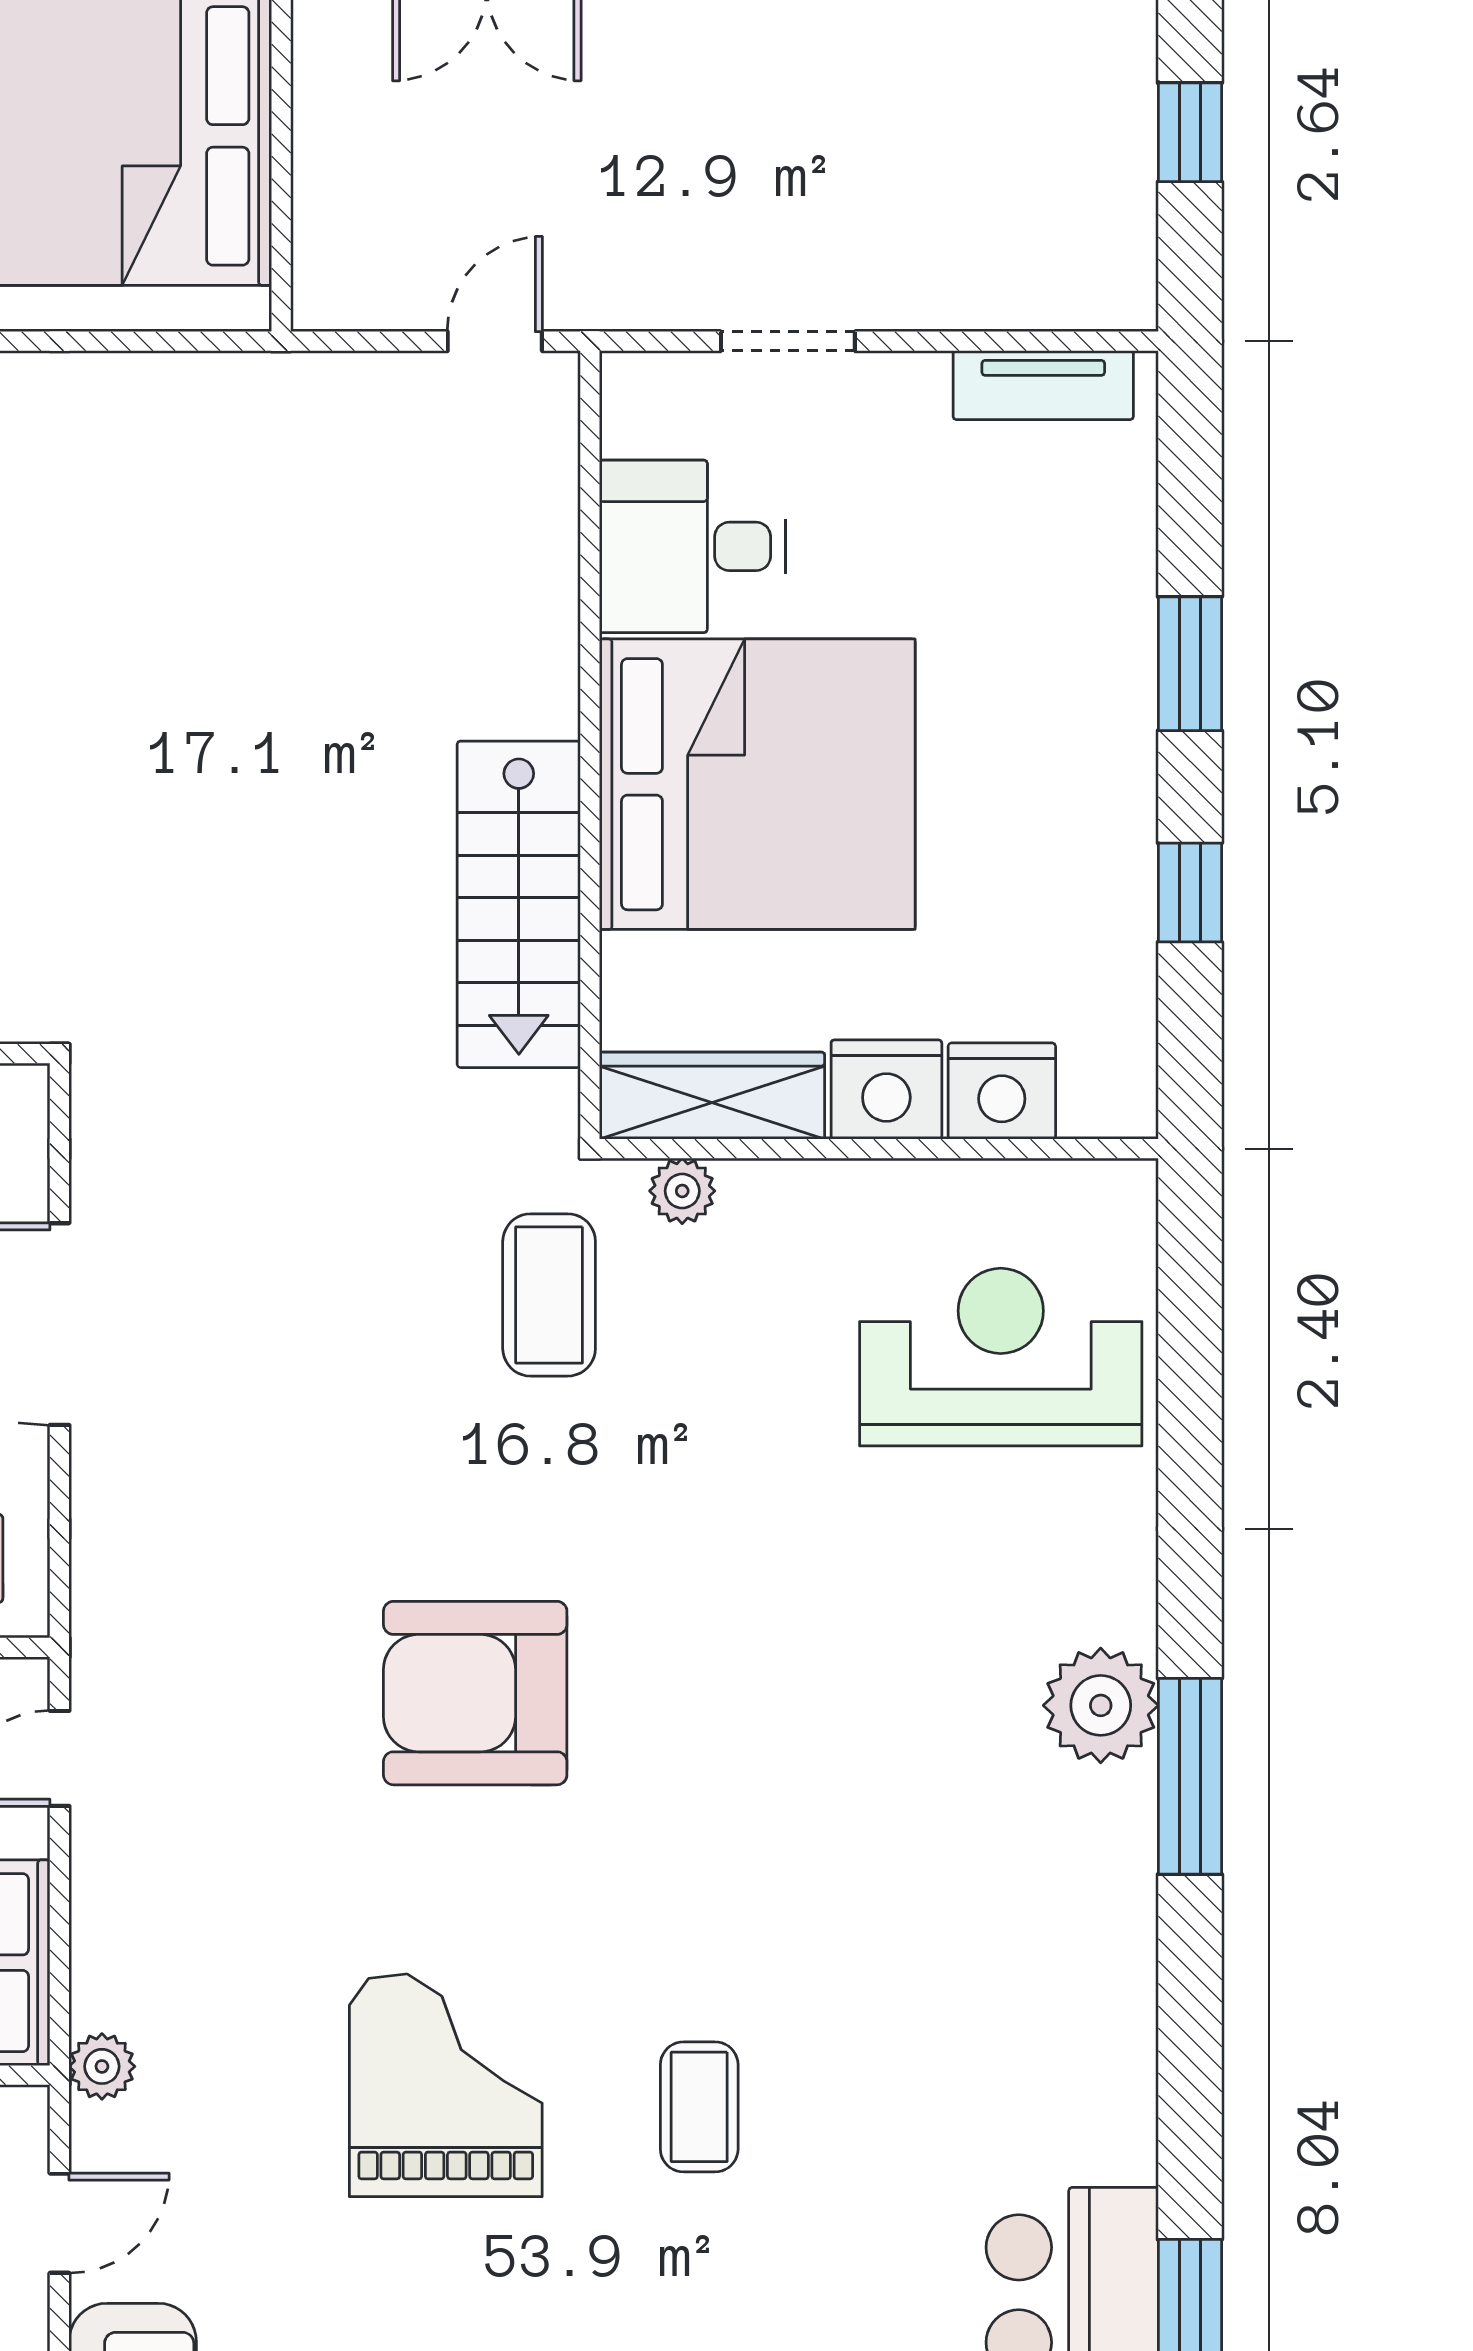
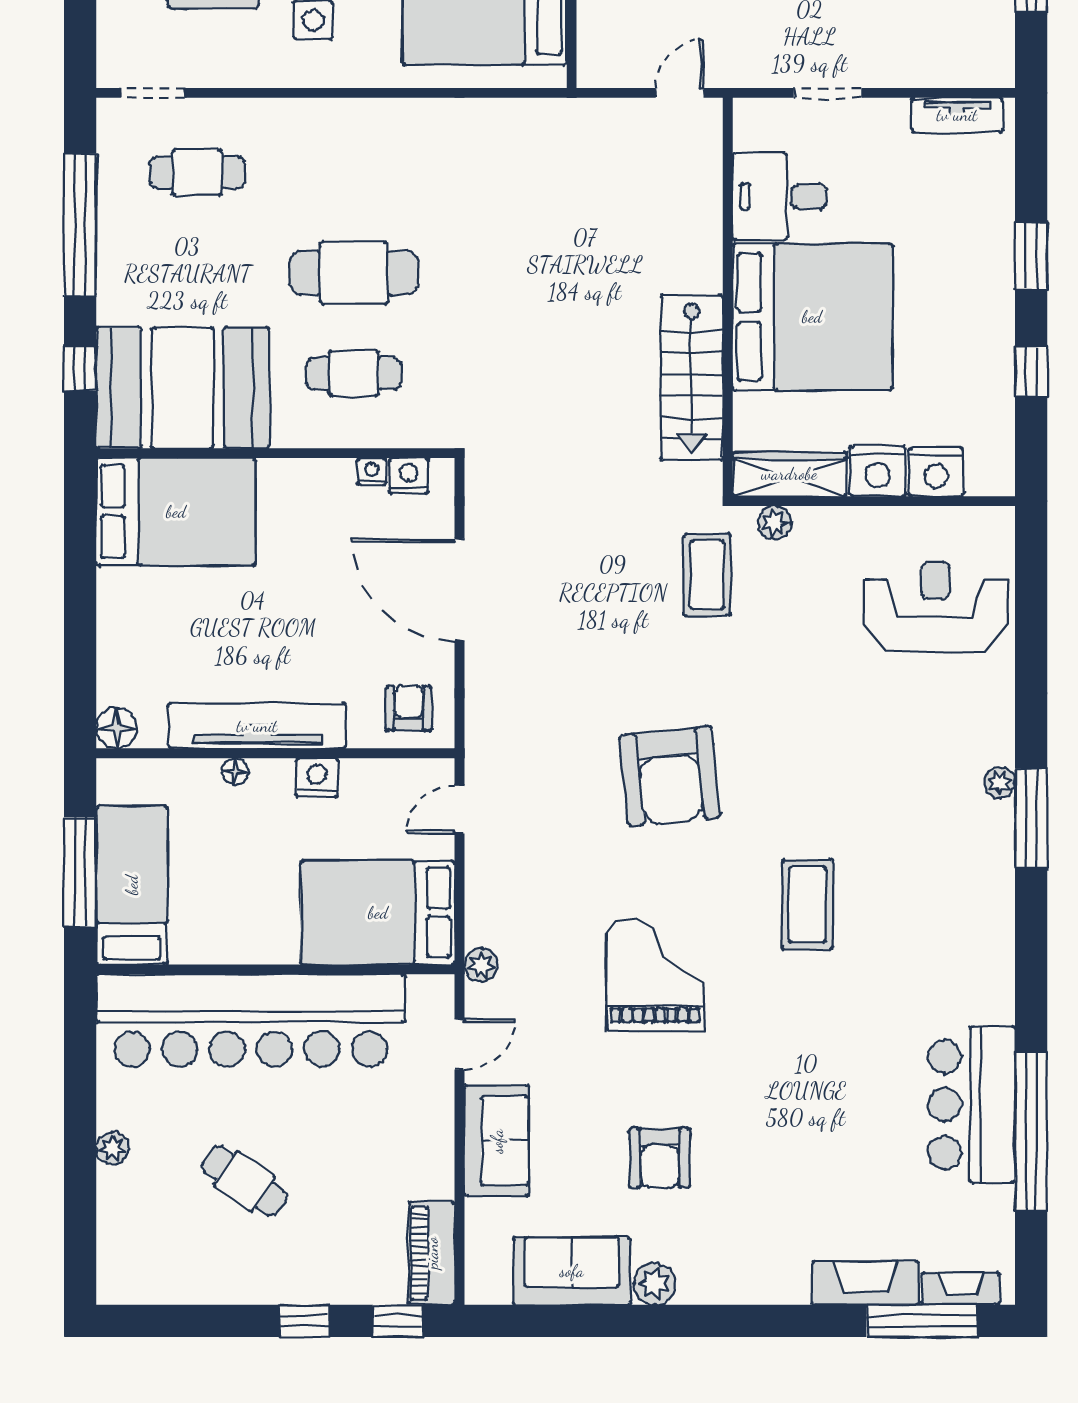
armchair: (475, 1693) -> (670, 776), turned -96
plant: (1101, 1705) -> (1000, 783), width x0.53, depth x0.53
coffee table: (699, 2107) -> (807, 904), moved, width x1.36, depth x1.30

